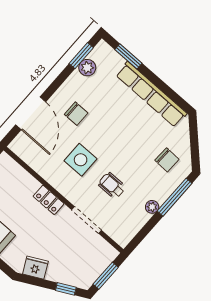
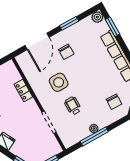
window: (81, 56) -> (69, 23), moved
plant: (87, 68) -> (97, 17), moved
window: (175, 197) -> (94, 137), moved
locker: (49, 200) -> (23, 91), moved

